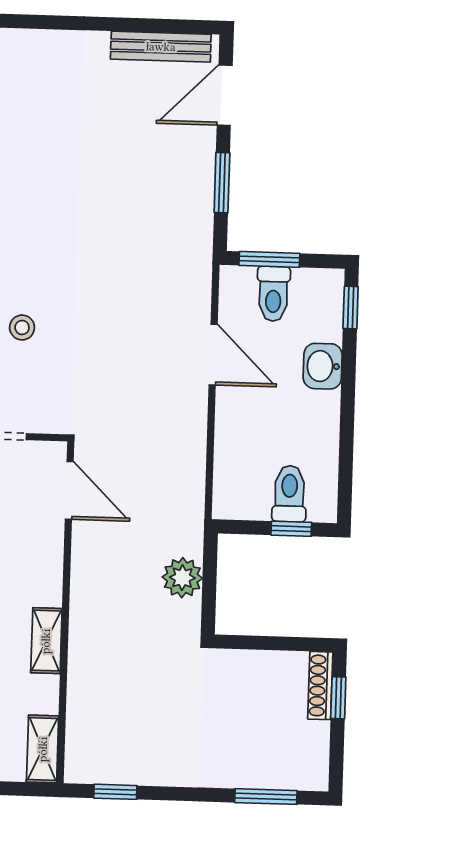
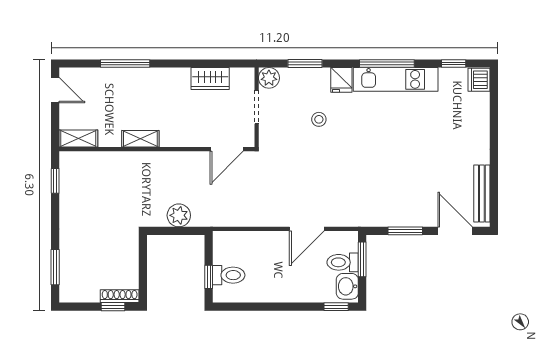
washbasin: (323, 366) -> (347, 286), moved, turned -90

